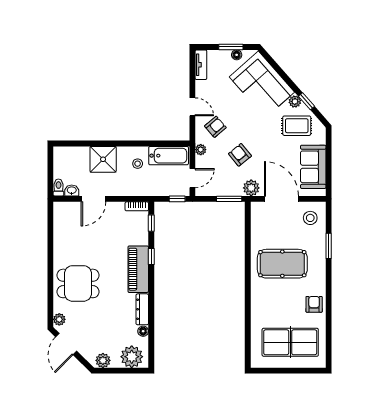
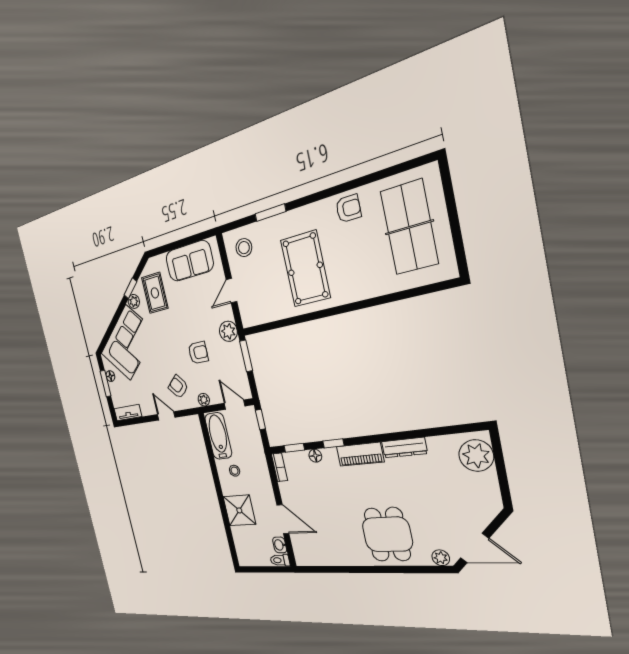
door: (192, 107) -> (166, 416), hinge flipped
armchair: (240, 155) -> (198, 353), turned -141
door: (281, 199) -> (231, 291), width x0.53
piano: (138, 269) -> (360, 454), width x0.73, depth x0.75
armchair: (314, 304) -> (348, 209), turned 180
floor lamp: (143, 331) -> (315, 456), moved
plant: (103, 360) -> (490, 496), removed

